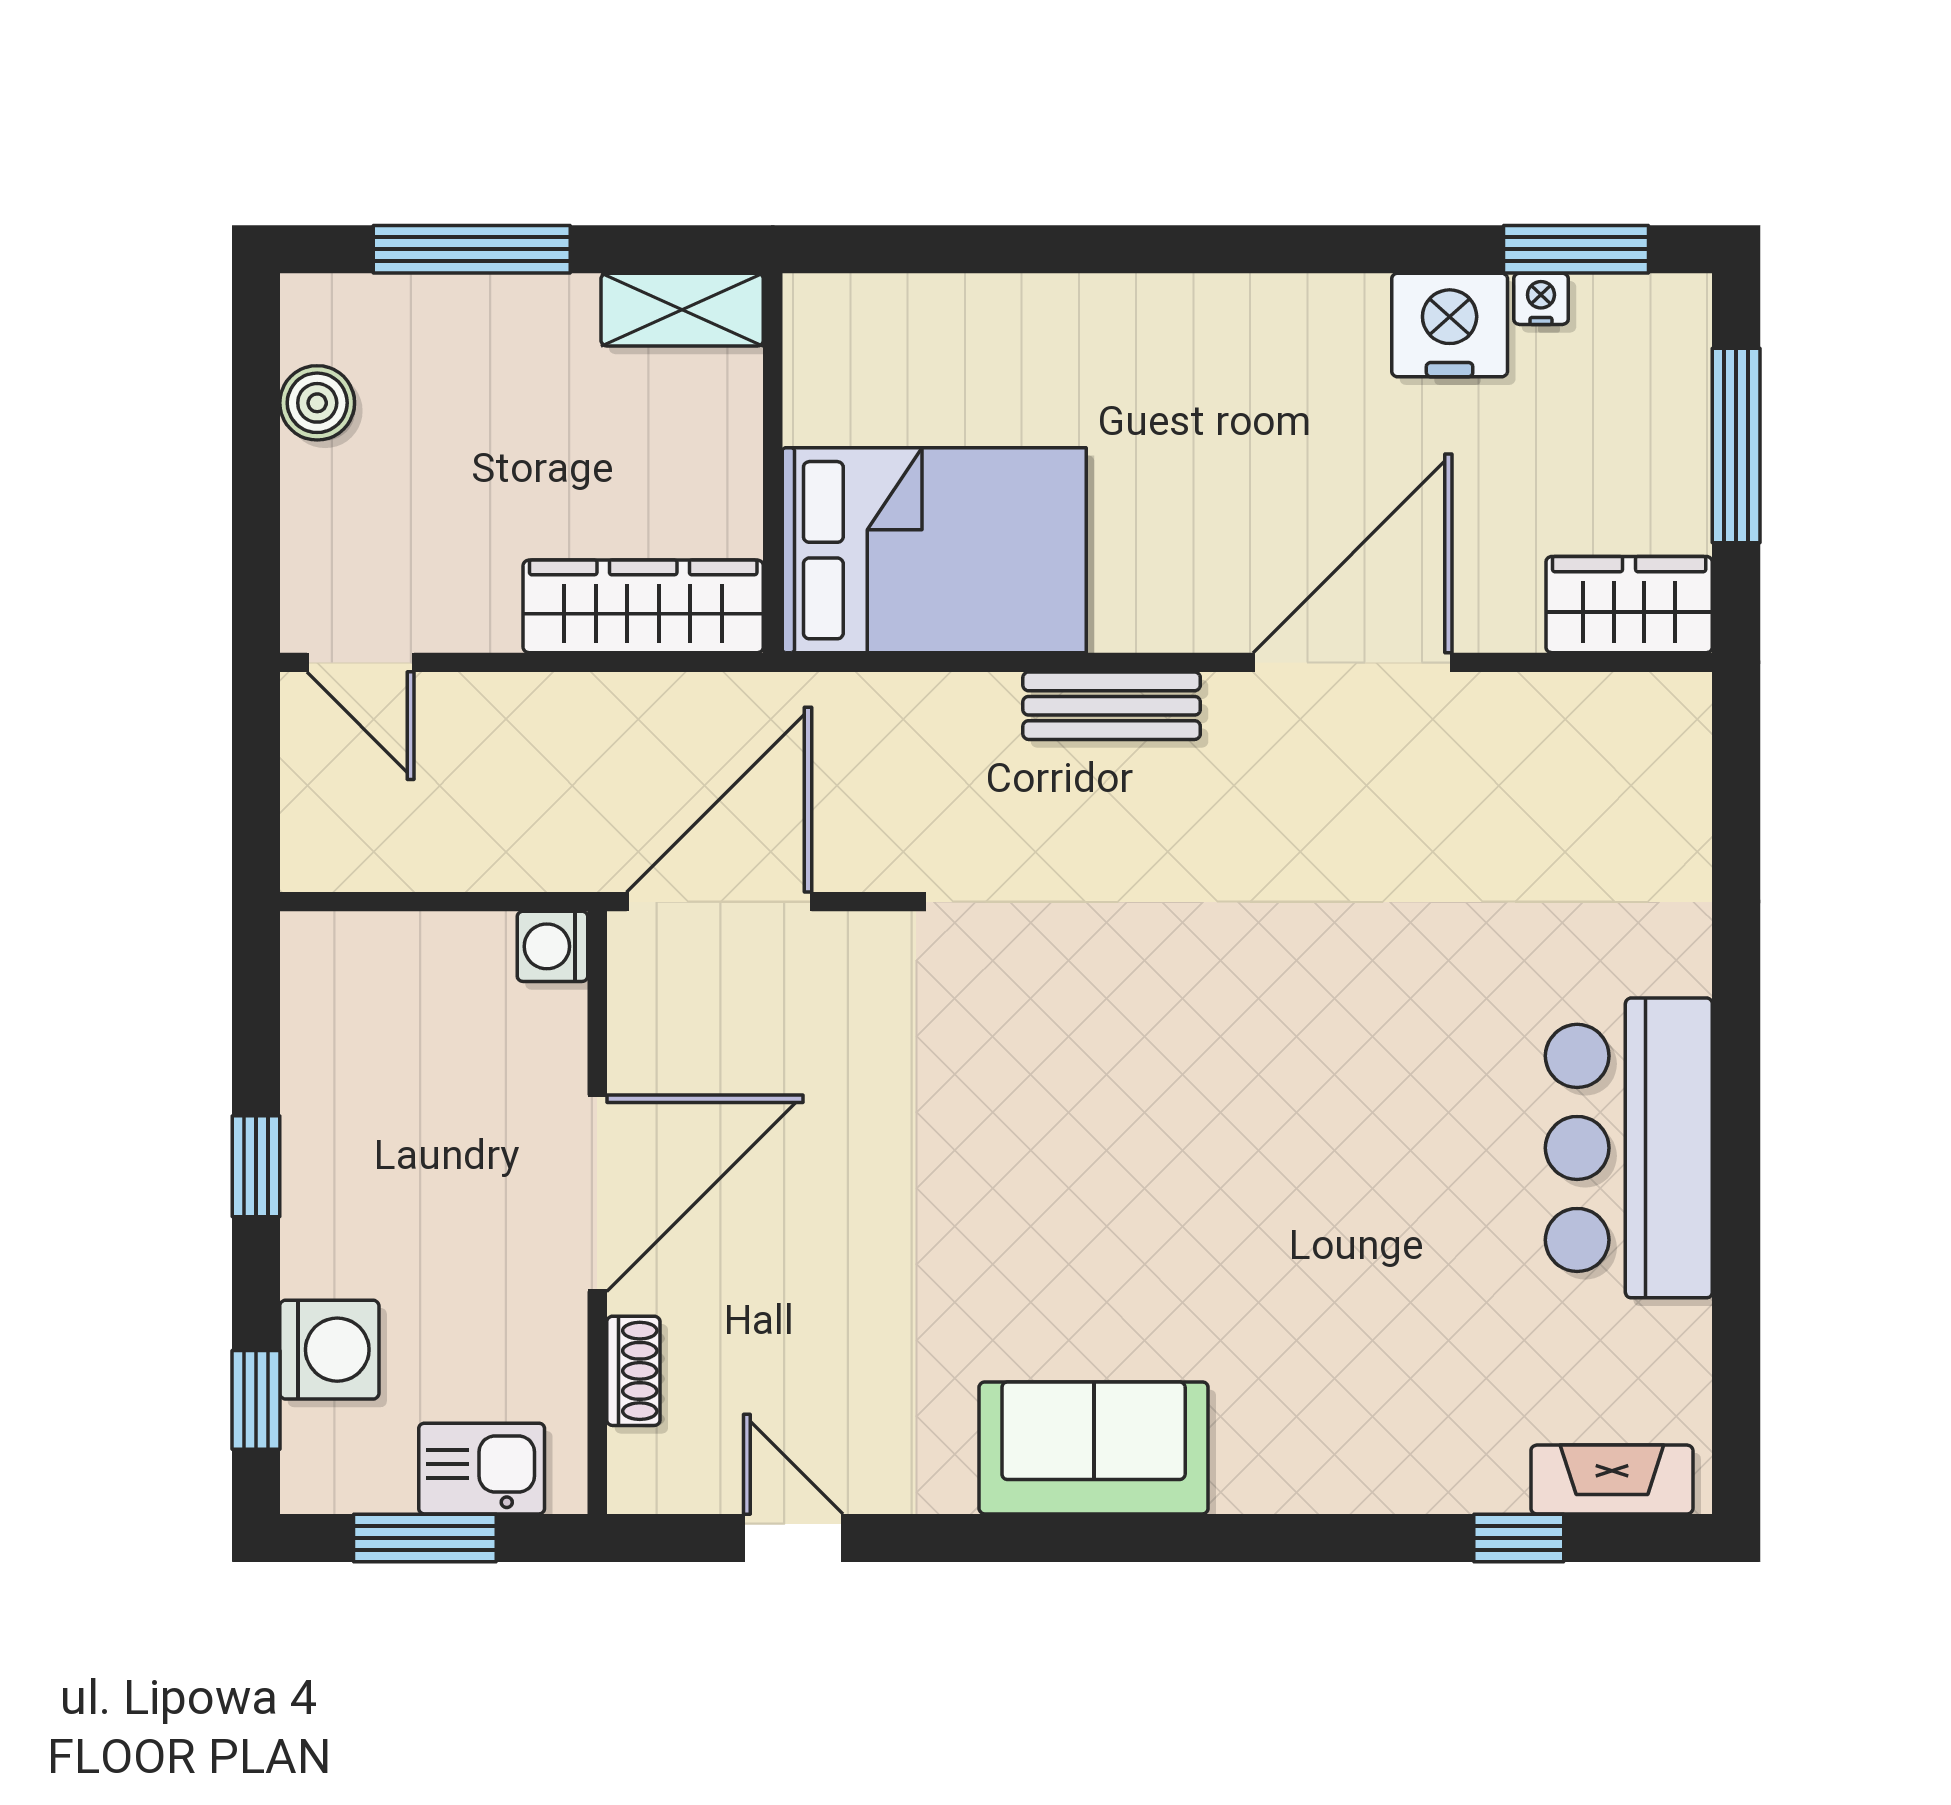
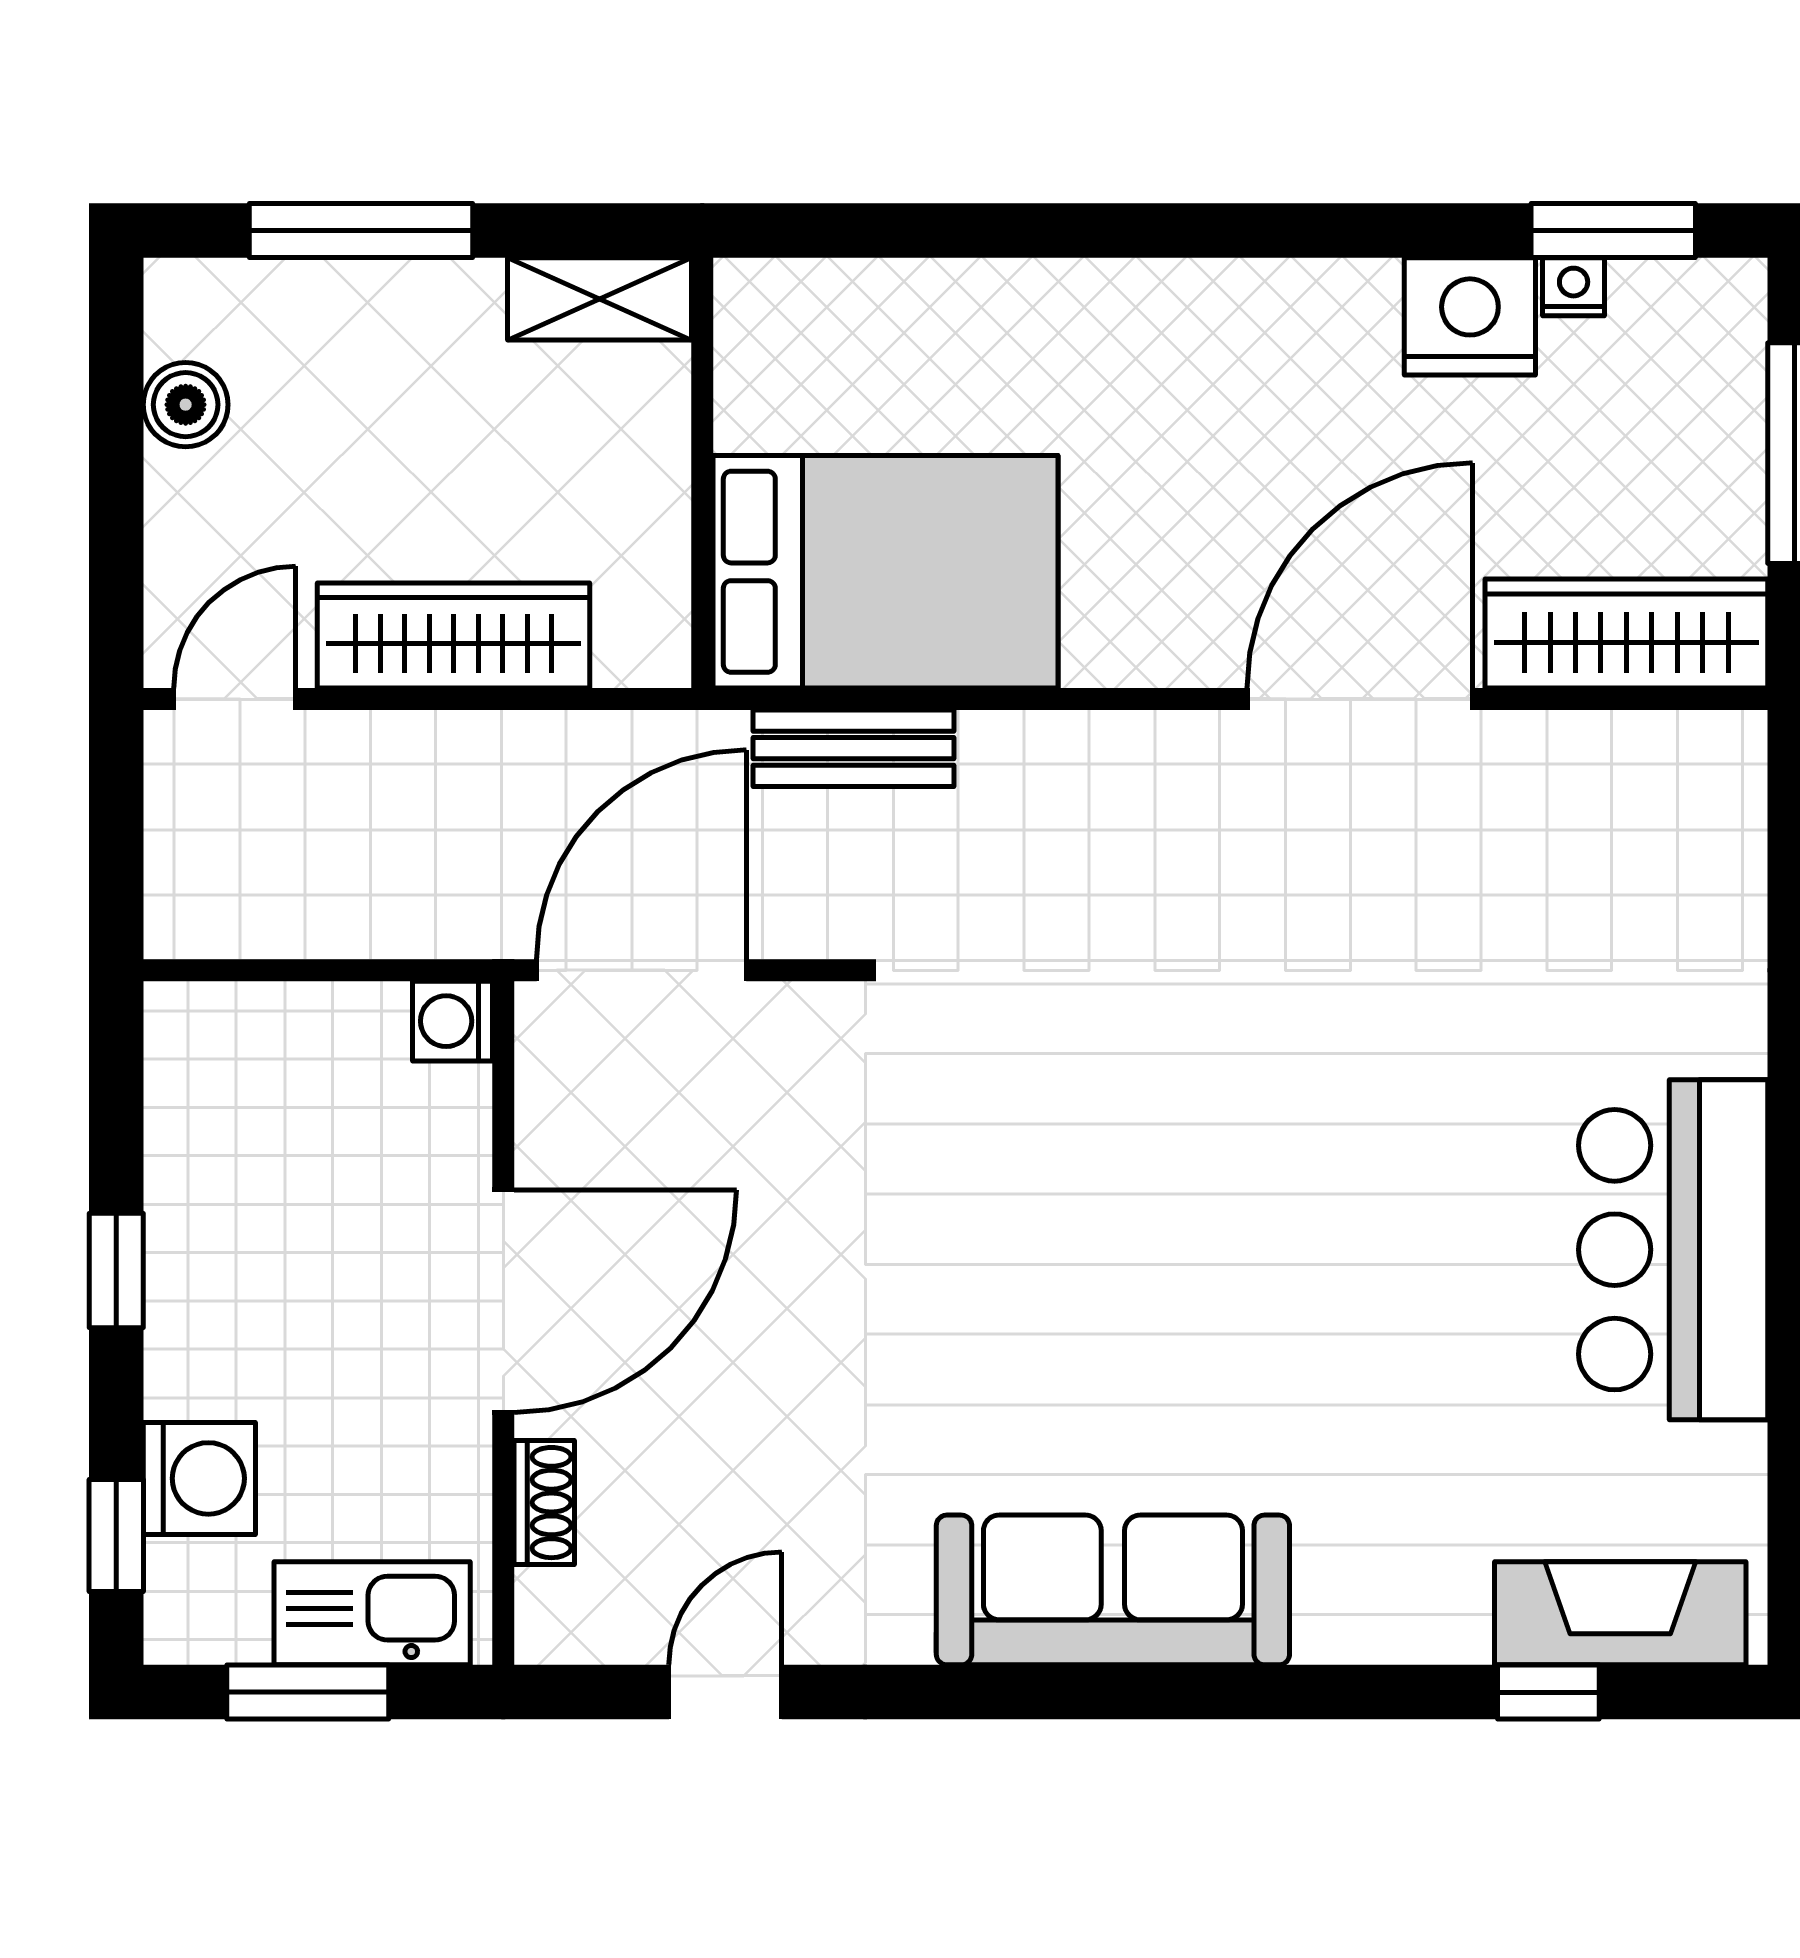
wardrobe: (1629, 605) -> (1626, 633), width x1.50
wardrobe: (643, 606) -> (454, 635), moved
door: (361, 662) -> (235, 699), swing flipped
bench: (1112, 706) -> (853, 748), moved
sofa: (1094, 1448) -> (1113, 1590), width x1.36
kitchen sink: (482, 1469) -> (372, 1613), width x1.38
fireplace: (1612, 1480) -> (1620, 1613), width x1.37, depth x1.32
door: (793, 1538) -> (725, 1692), hinge flipped

